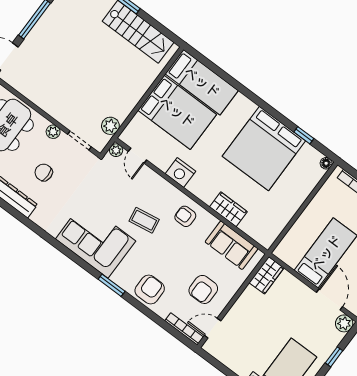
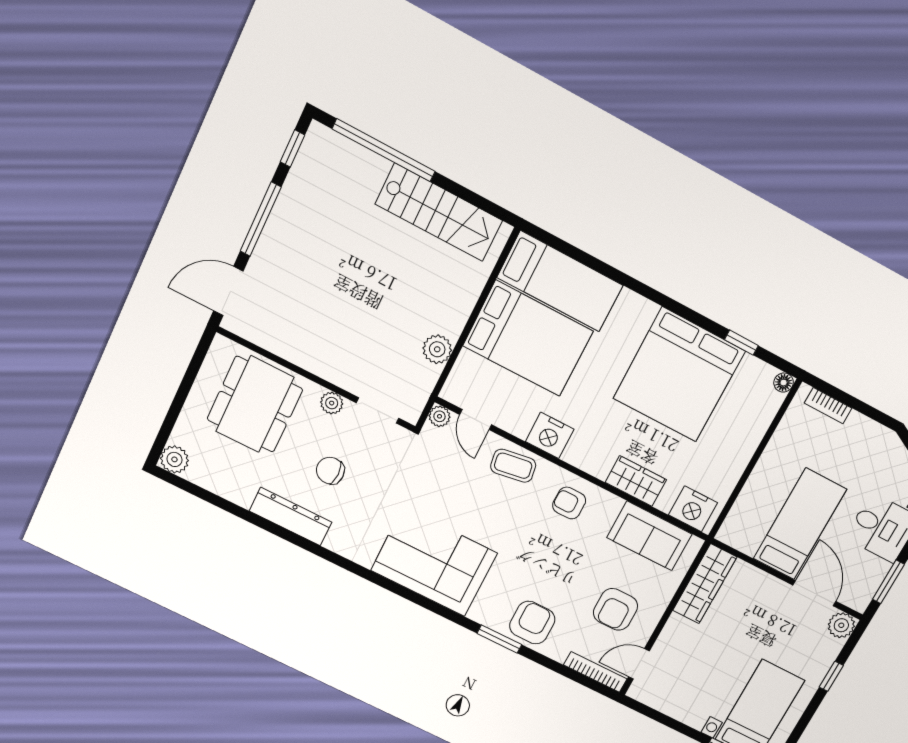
plant: (110, 126) -> (437, 349), moved
coffee table: (144, 220) -> (513, 466), moved
nightstand: (261, 232) -> (693, 509), added
wardrobe: (266, 275) -> (705, 584), width x1.50
window: (112, 285) -> (499, 639), moved

